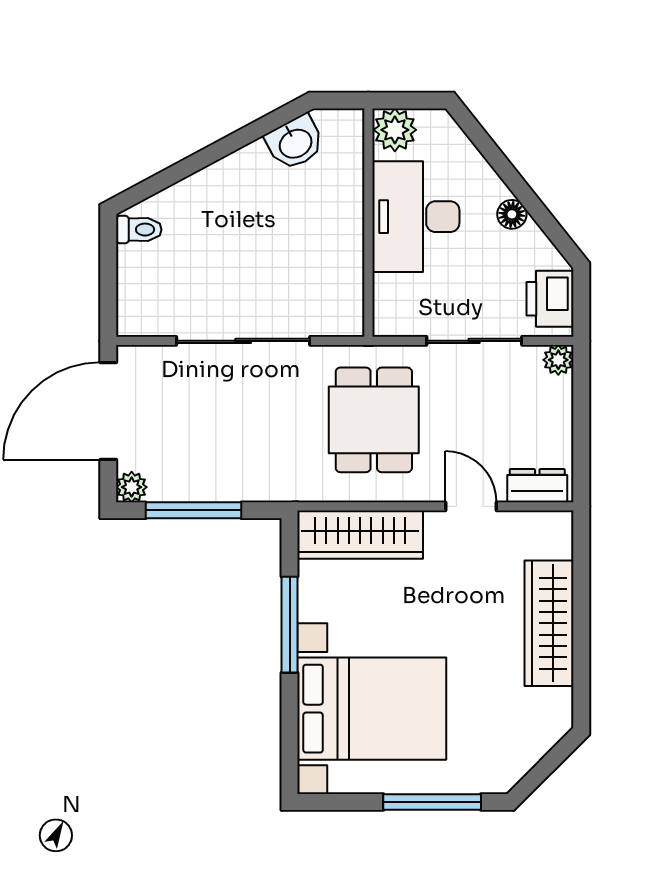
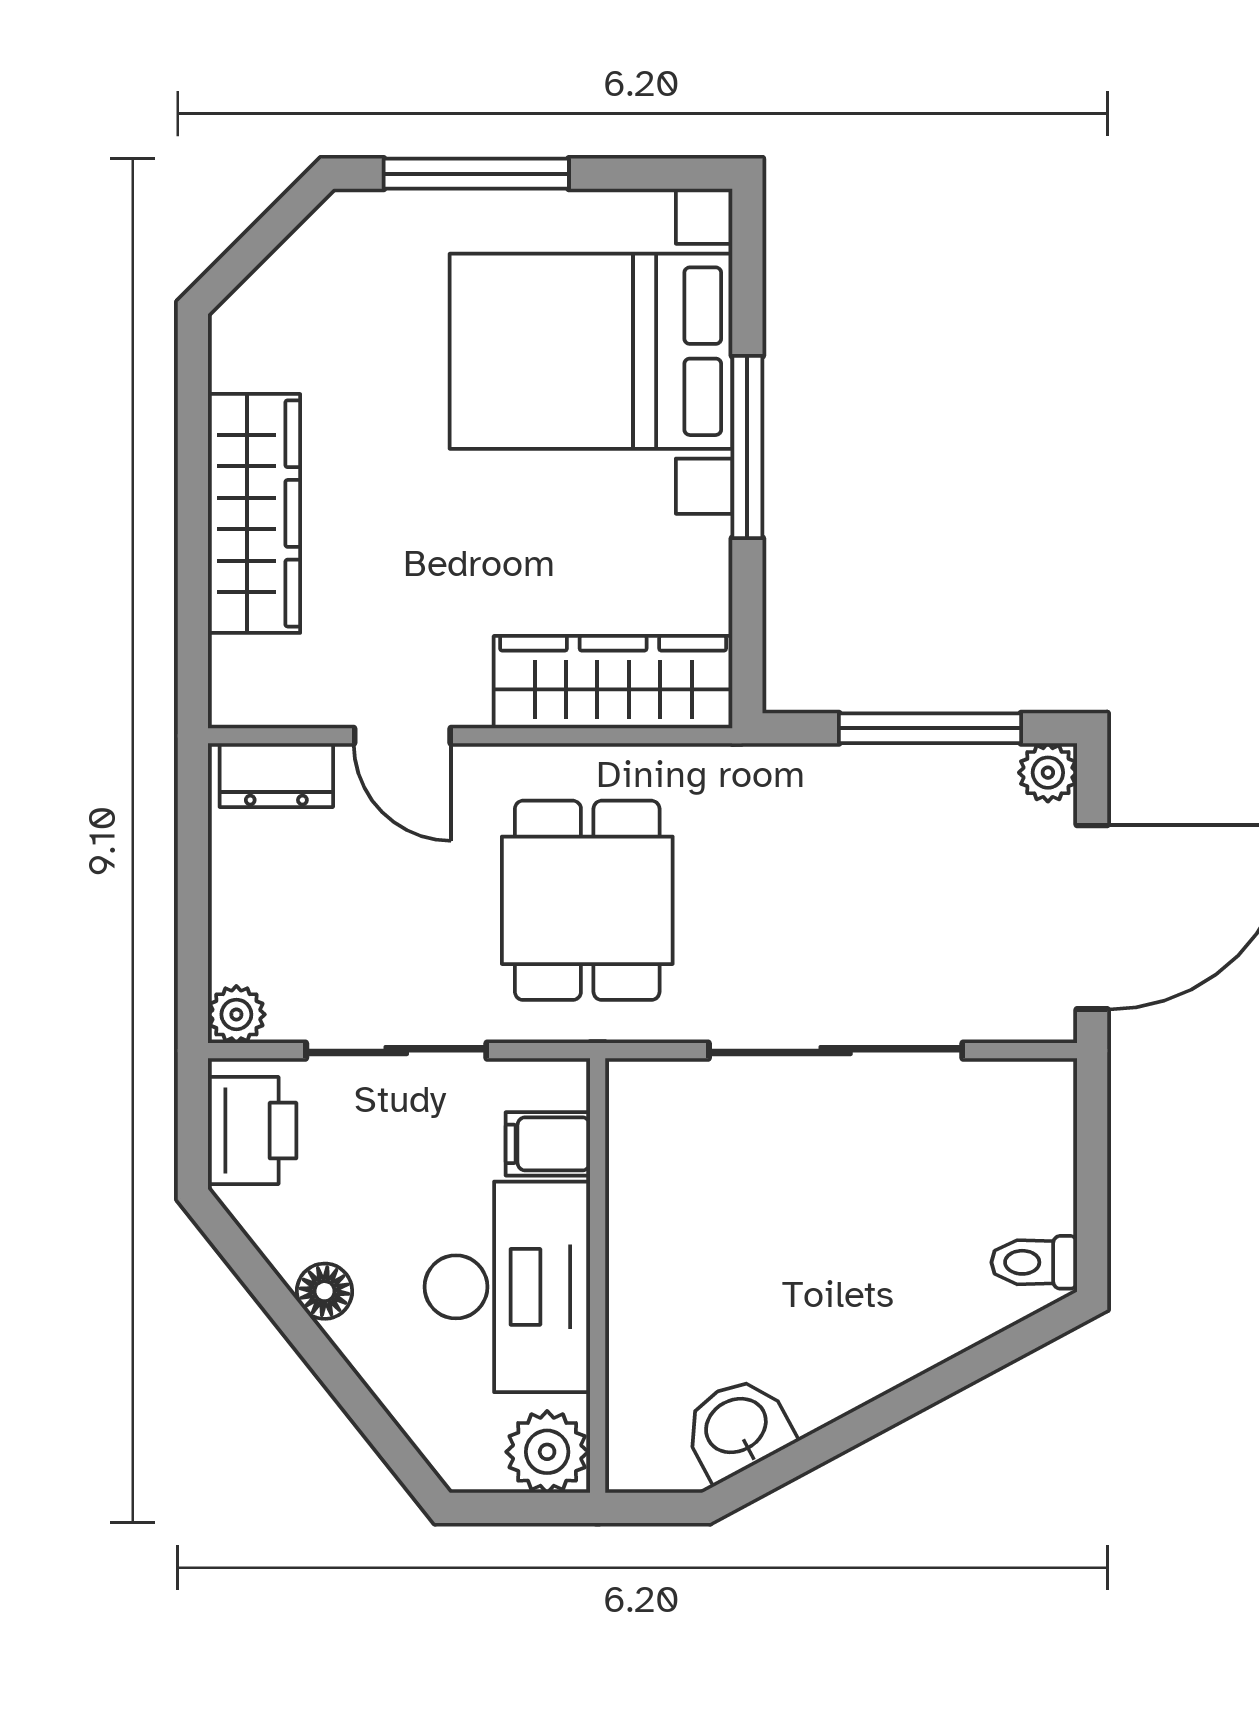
filing cabinet: (395, 292) -> (548, 1144), added
window: (290, 625) -> (747, 447), moved

